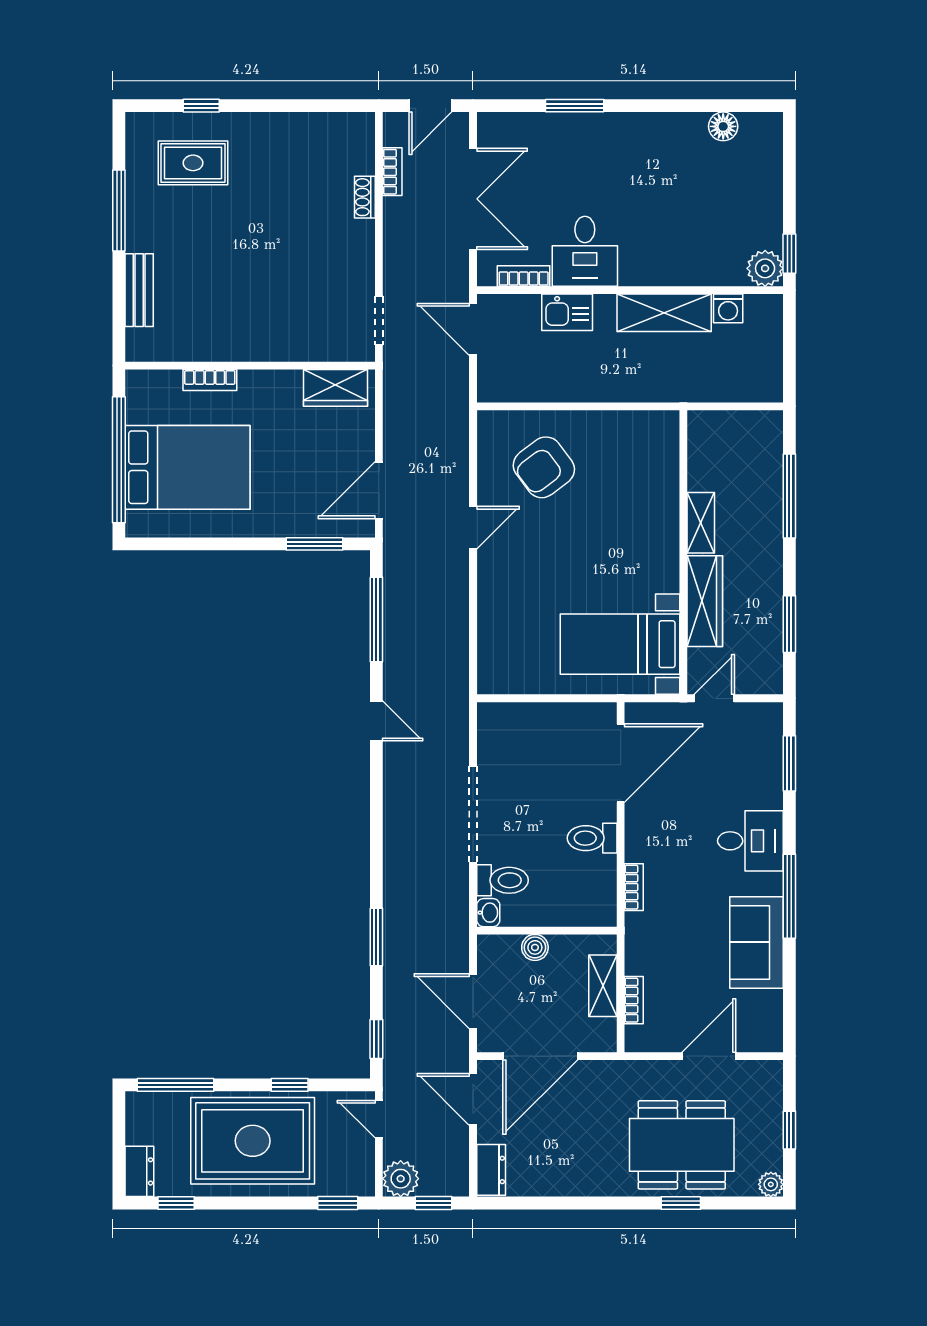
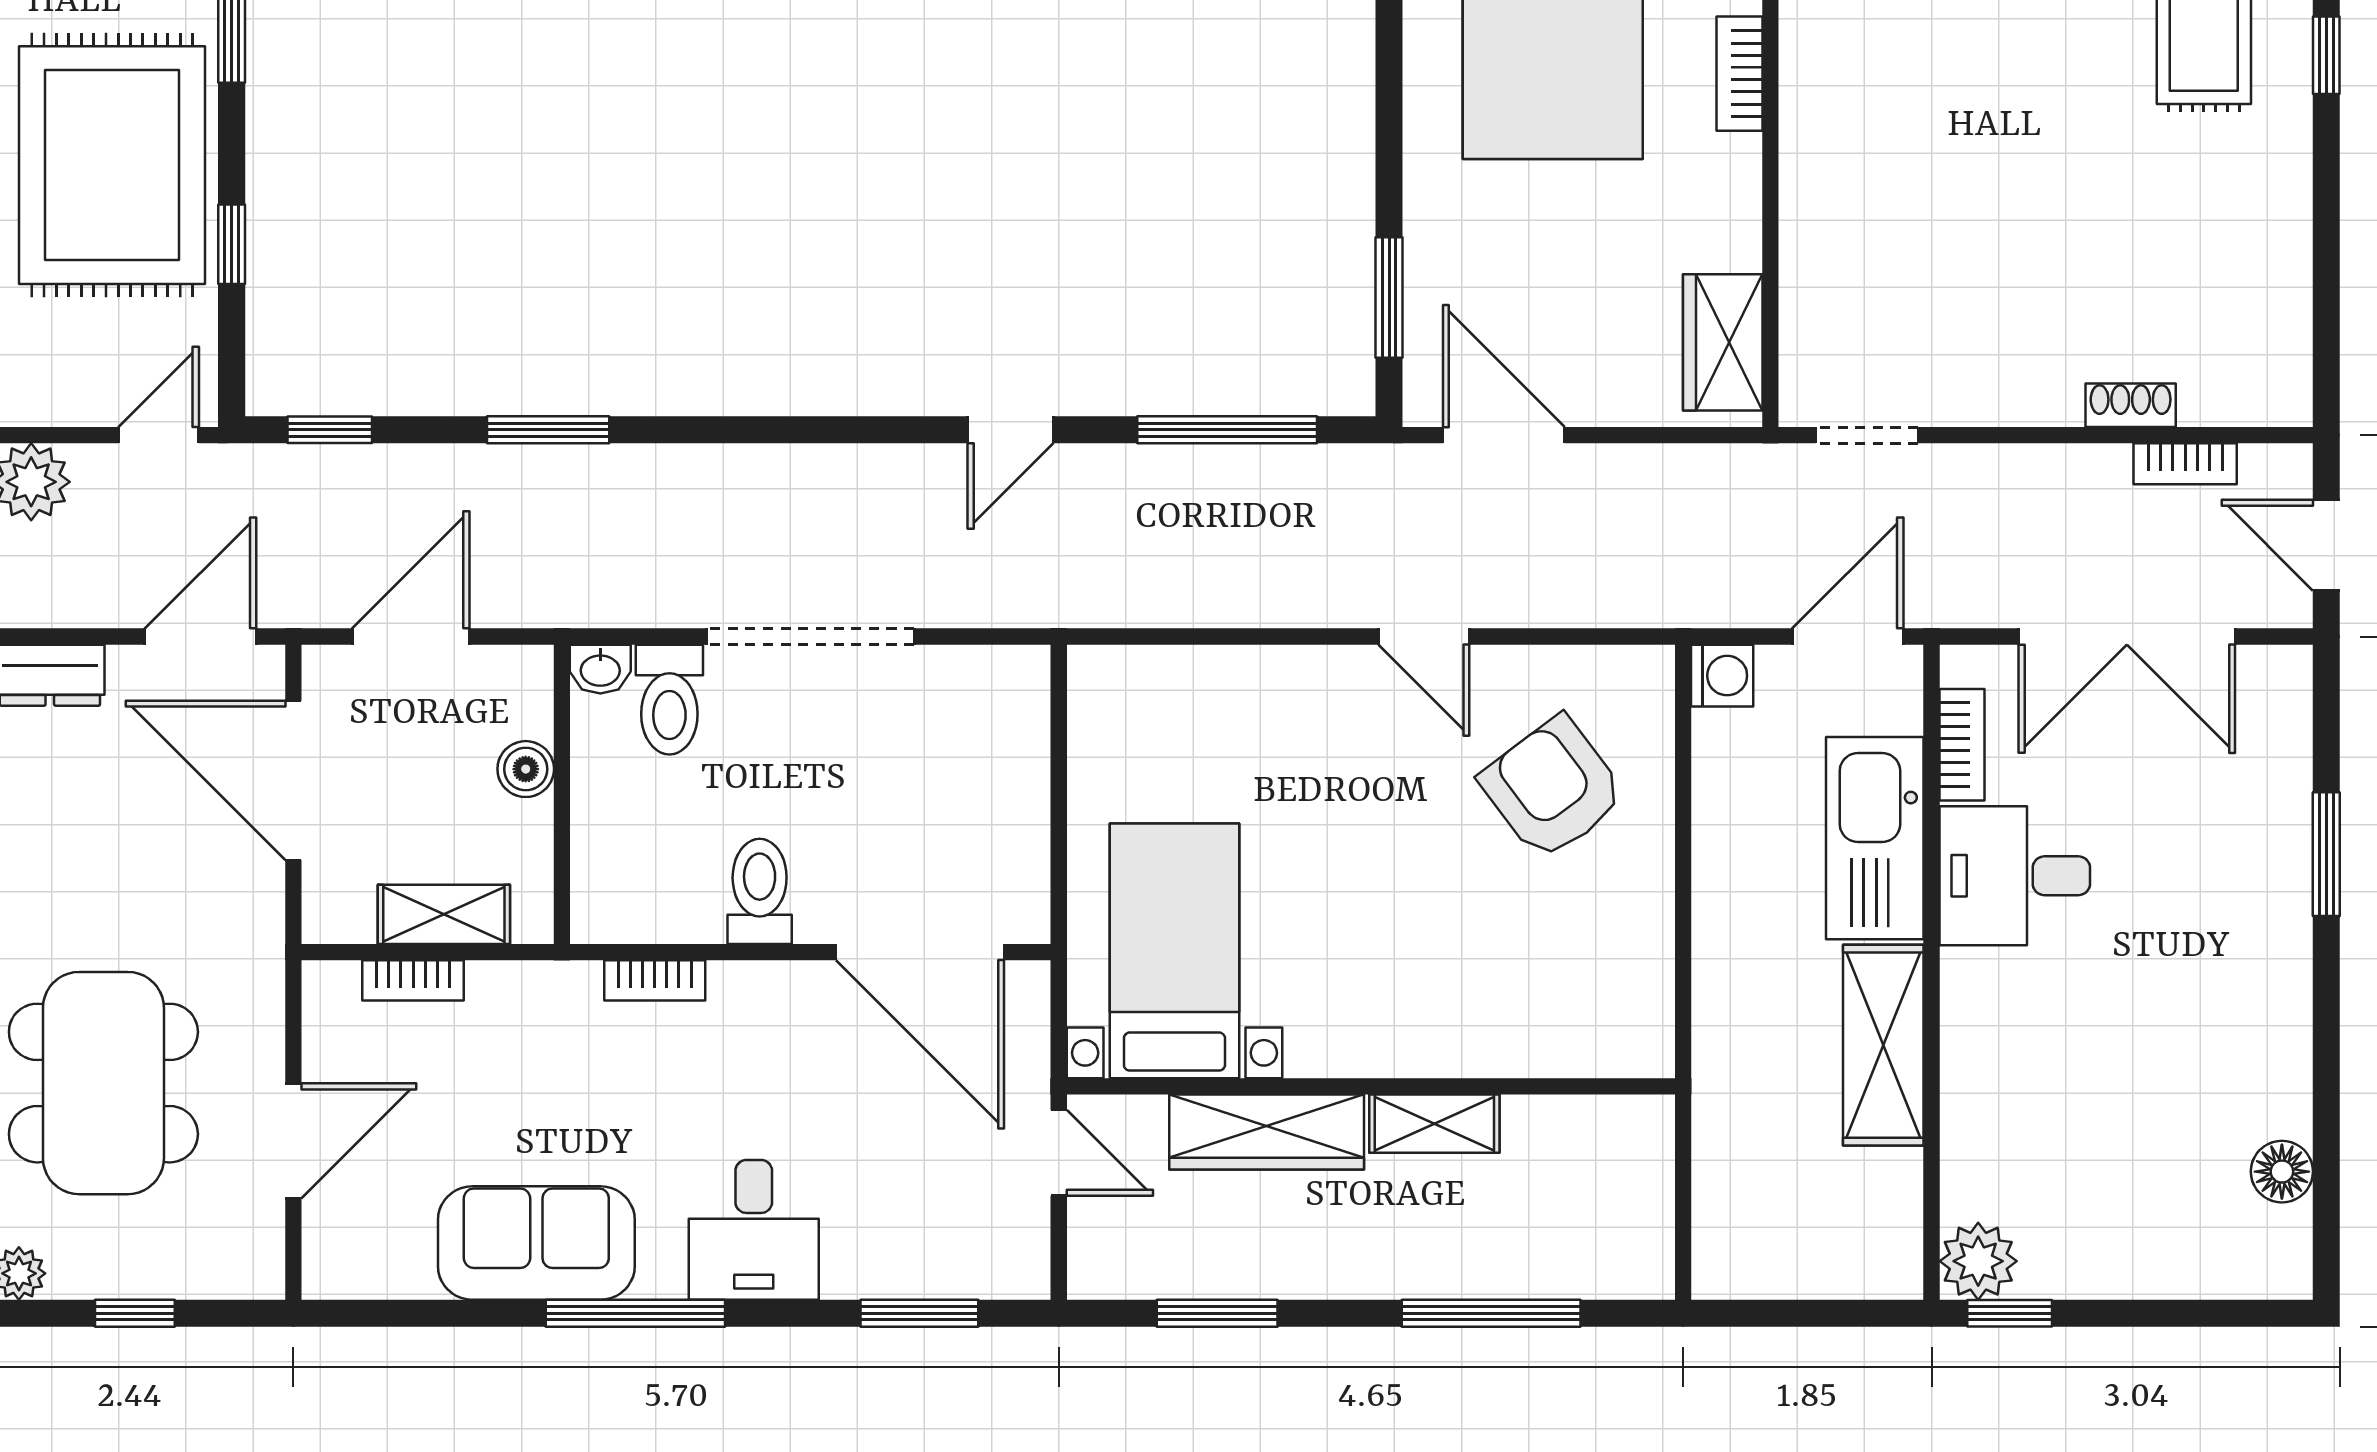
washing machine: (728, 308) -> (1722, 676), moved, turned 180
kitchen sink: (567, 312) -> (1875, 838), width x1.88, depth x1.24
door: (709, 1056) -> (293, 1141), hinge flipped

